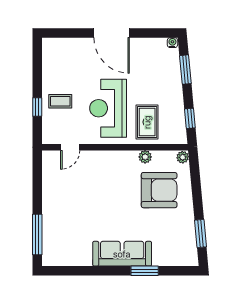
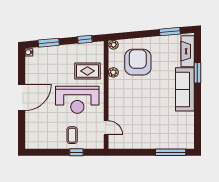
fireplace: (174, 257) -> (188, 51), added

